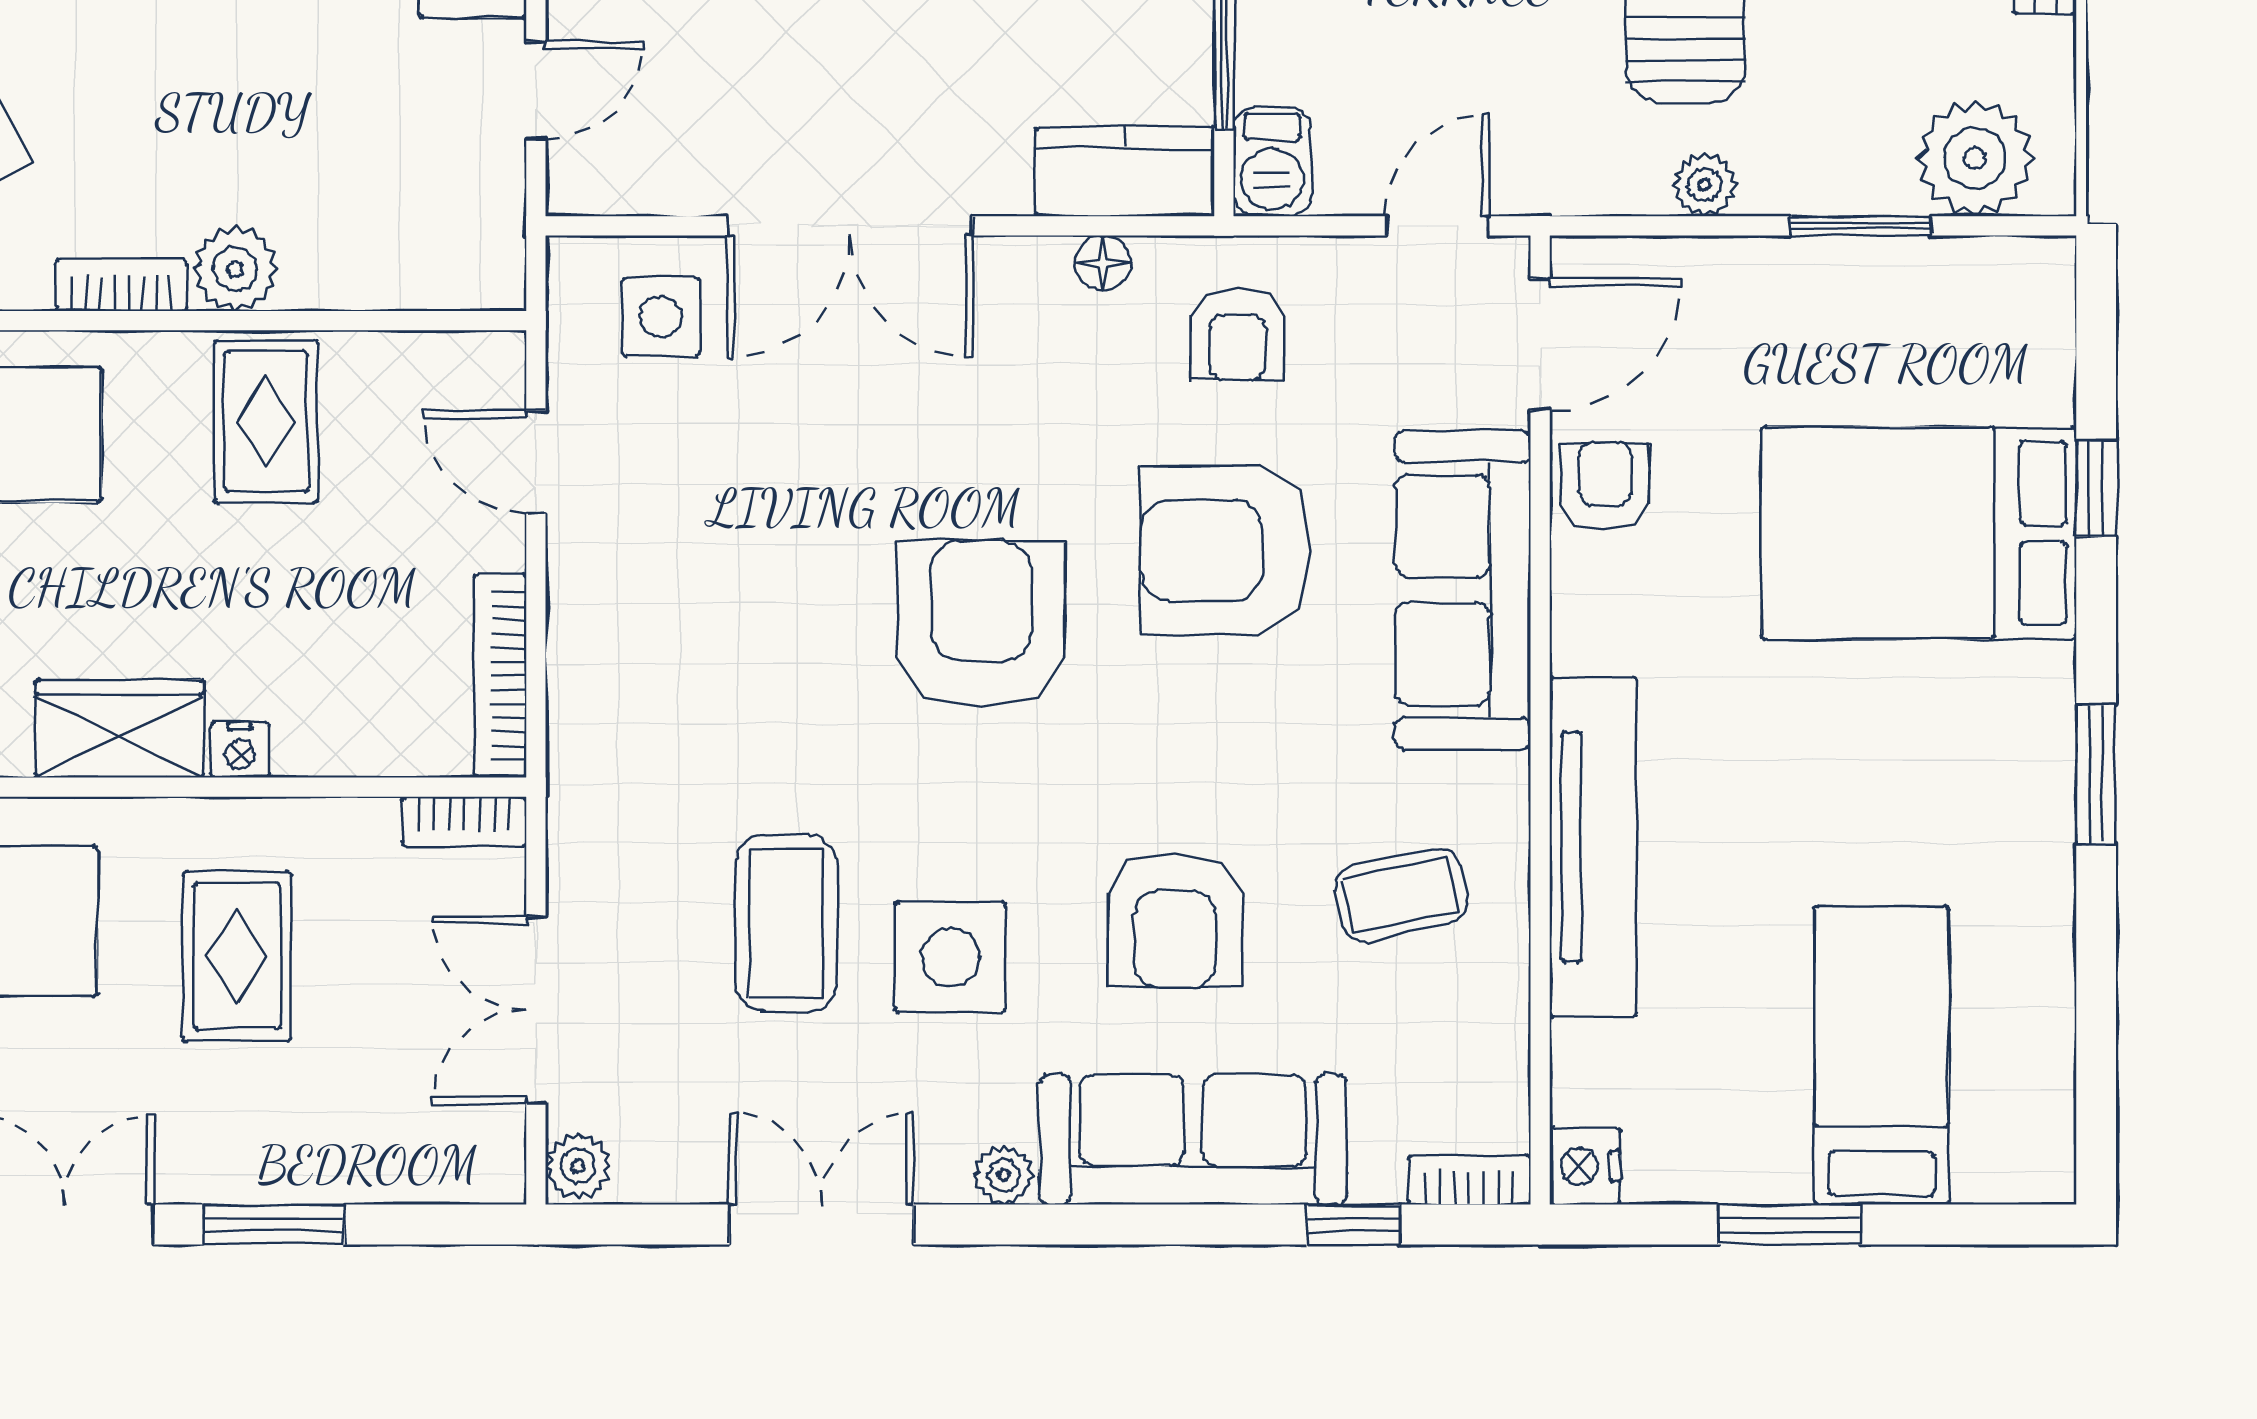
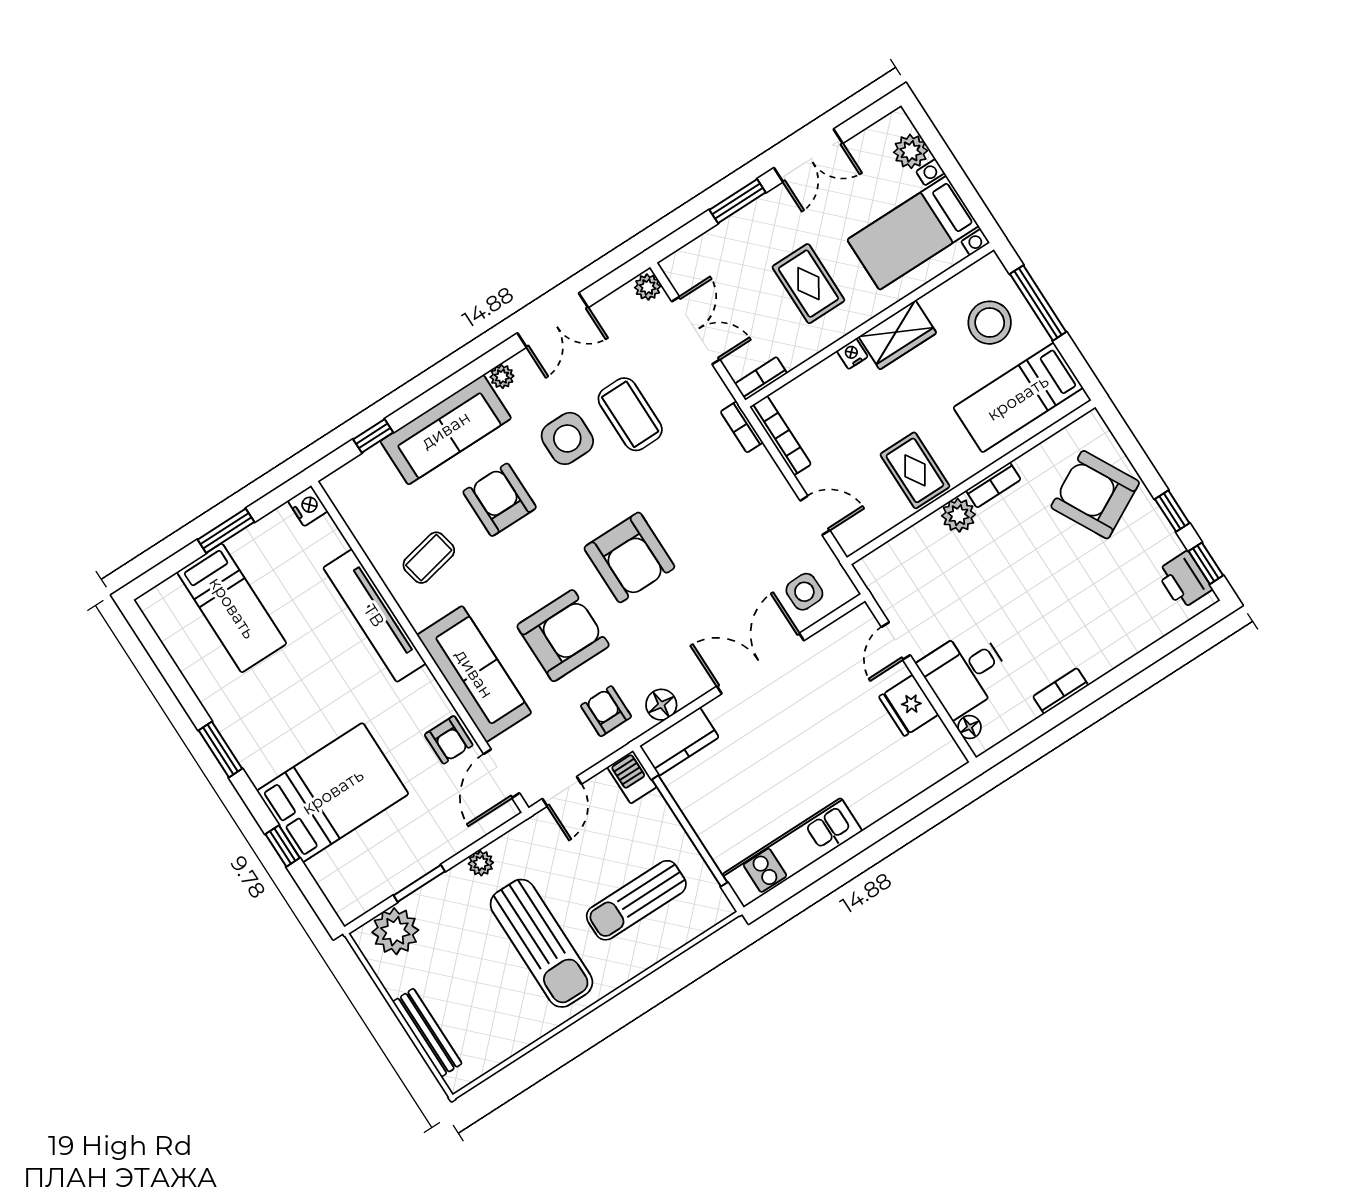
floor lamp: (1103, 263) -> (661, 705), width x1.37, depth x1.37
bookcase: (1469, 1180) -> (742, 427), moved, turned 90

